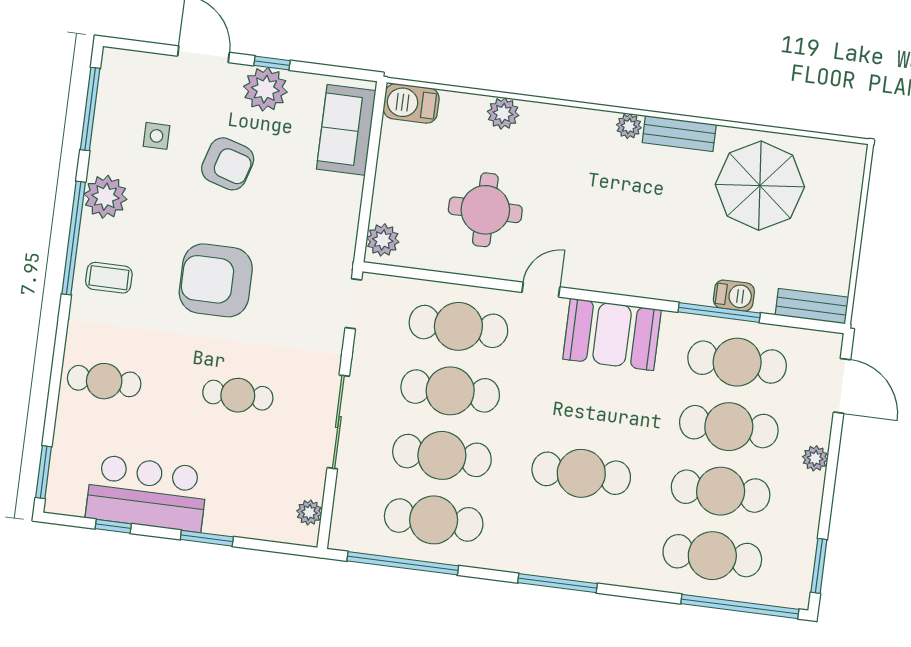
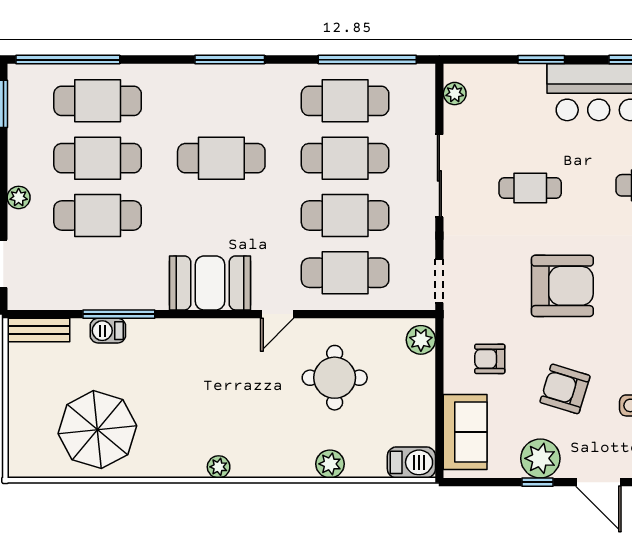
bench: (679, 134) -> (174, 466), removed
armchair: (308, 209) -> (490, 359), added
cafe table: (737, 362) -> (98, 273), removed

